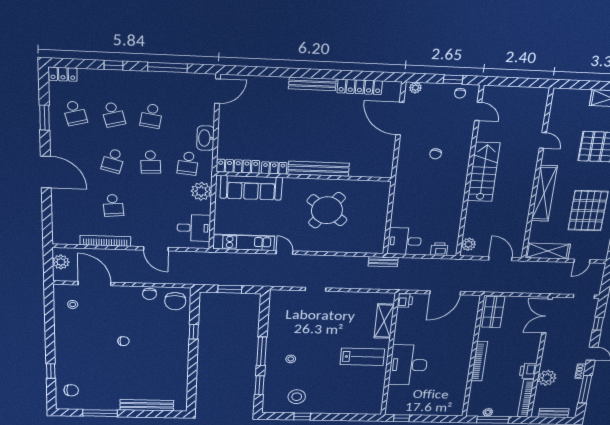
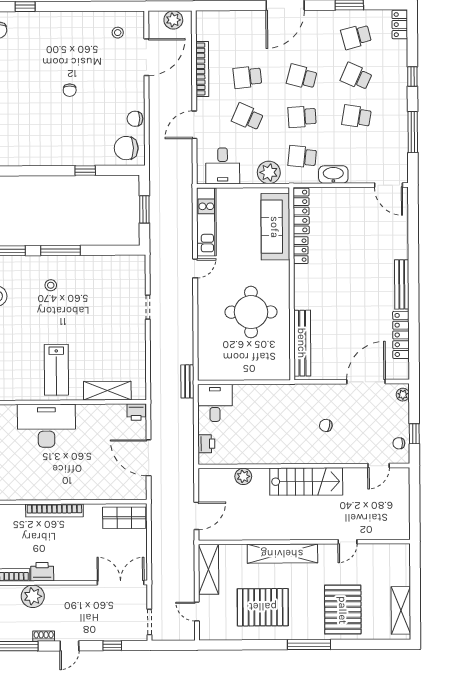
school desk: (113, 114) -> (356, 77), turned 39
bench: (319, 169) -> (302, 343), moved
school desk: (150, 207) -> (247, 117), added
round table: (327, 210) -> (251, 312), turned -37
plant: (468, 244) -> (243, 476), moved

